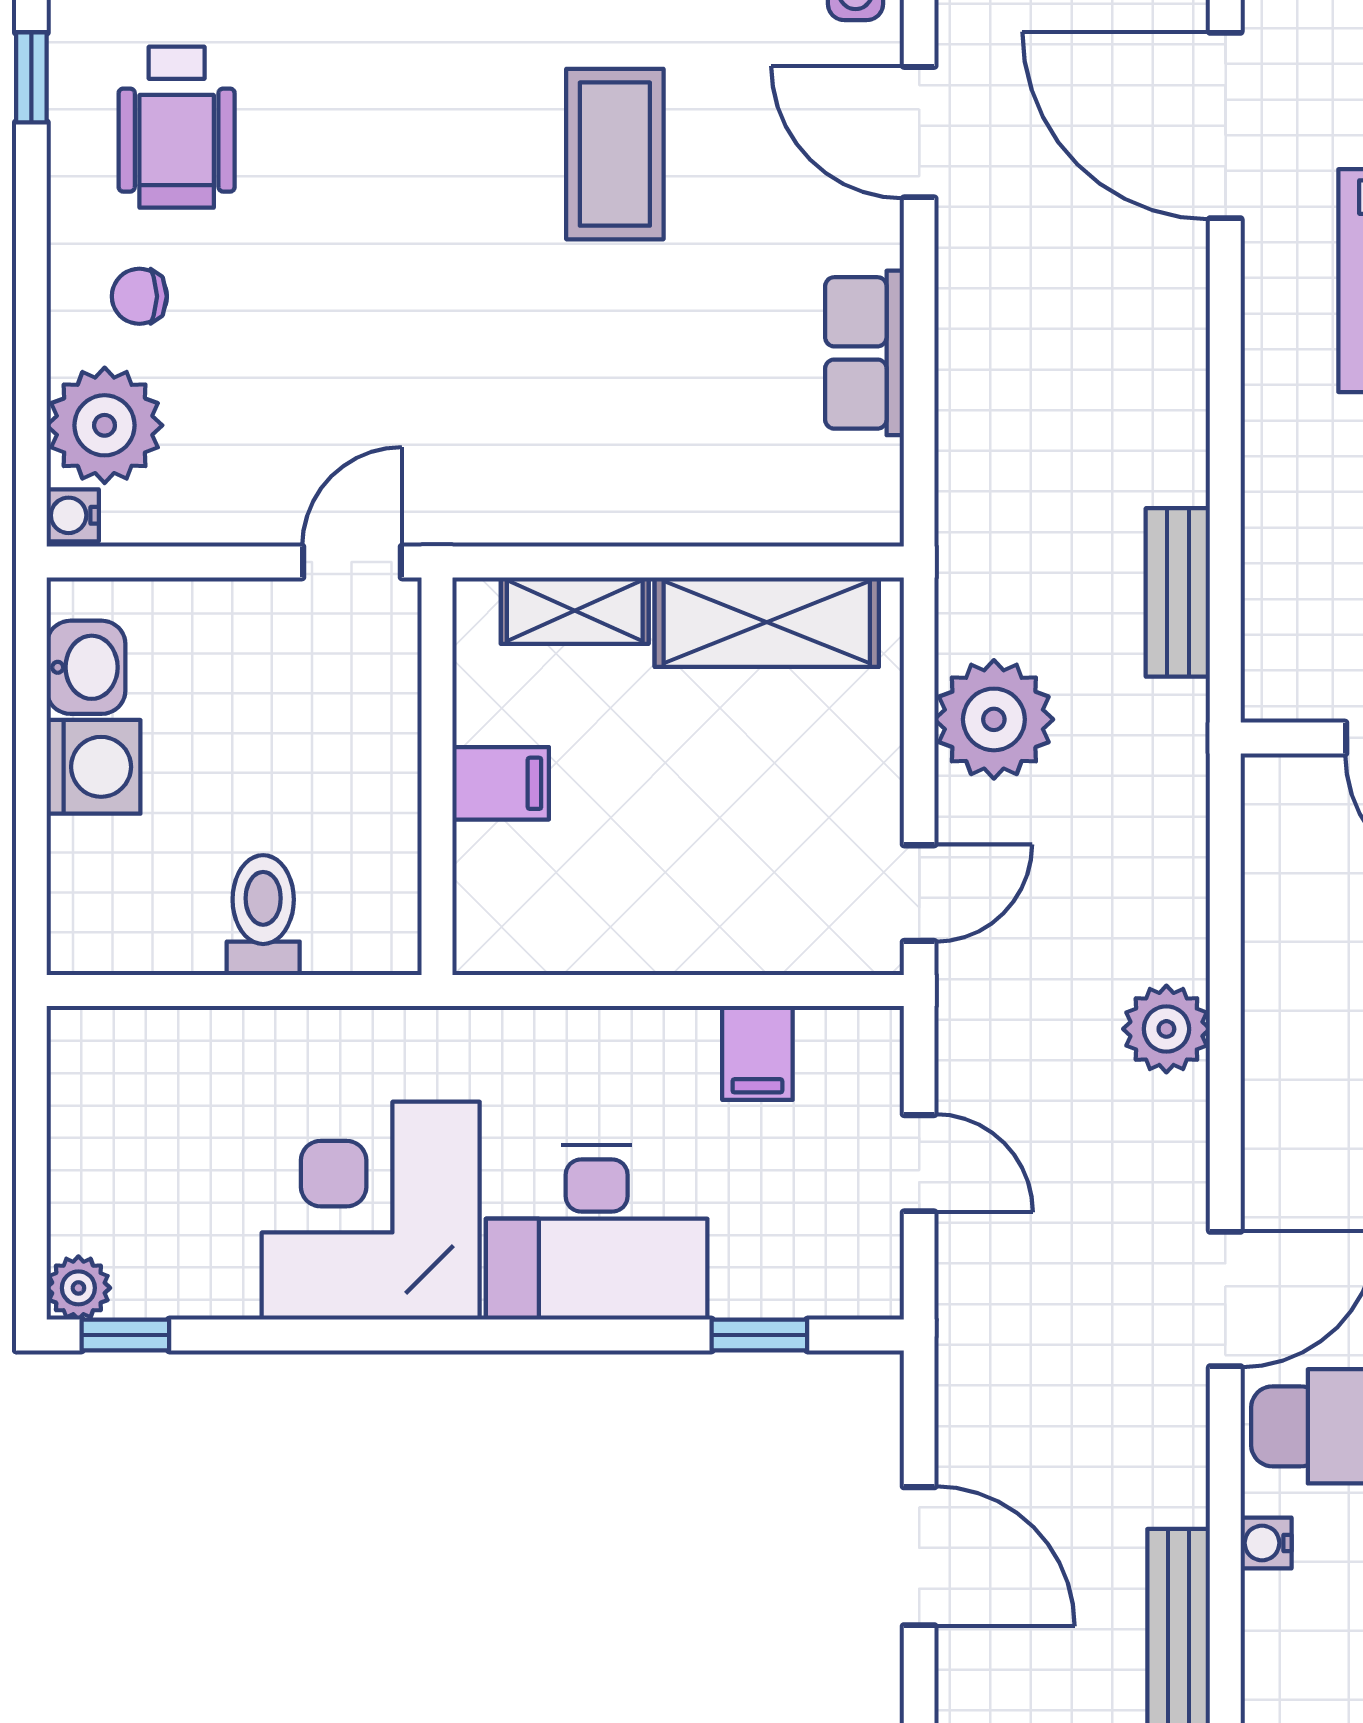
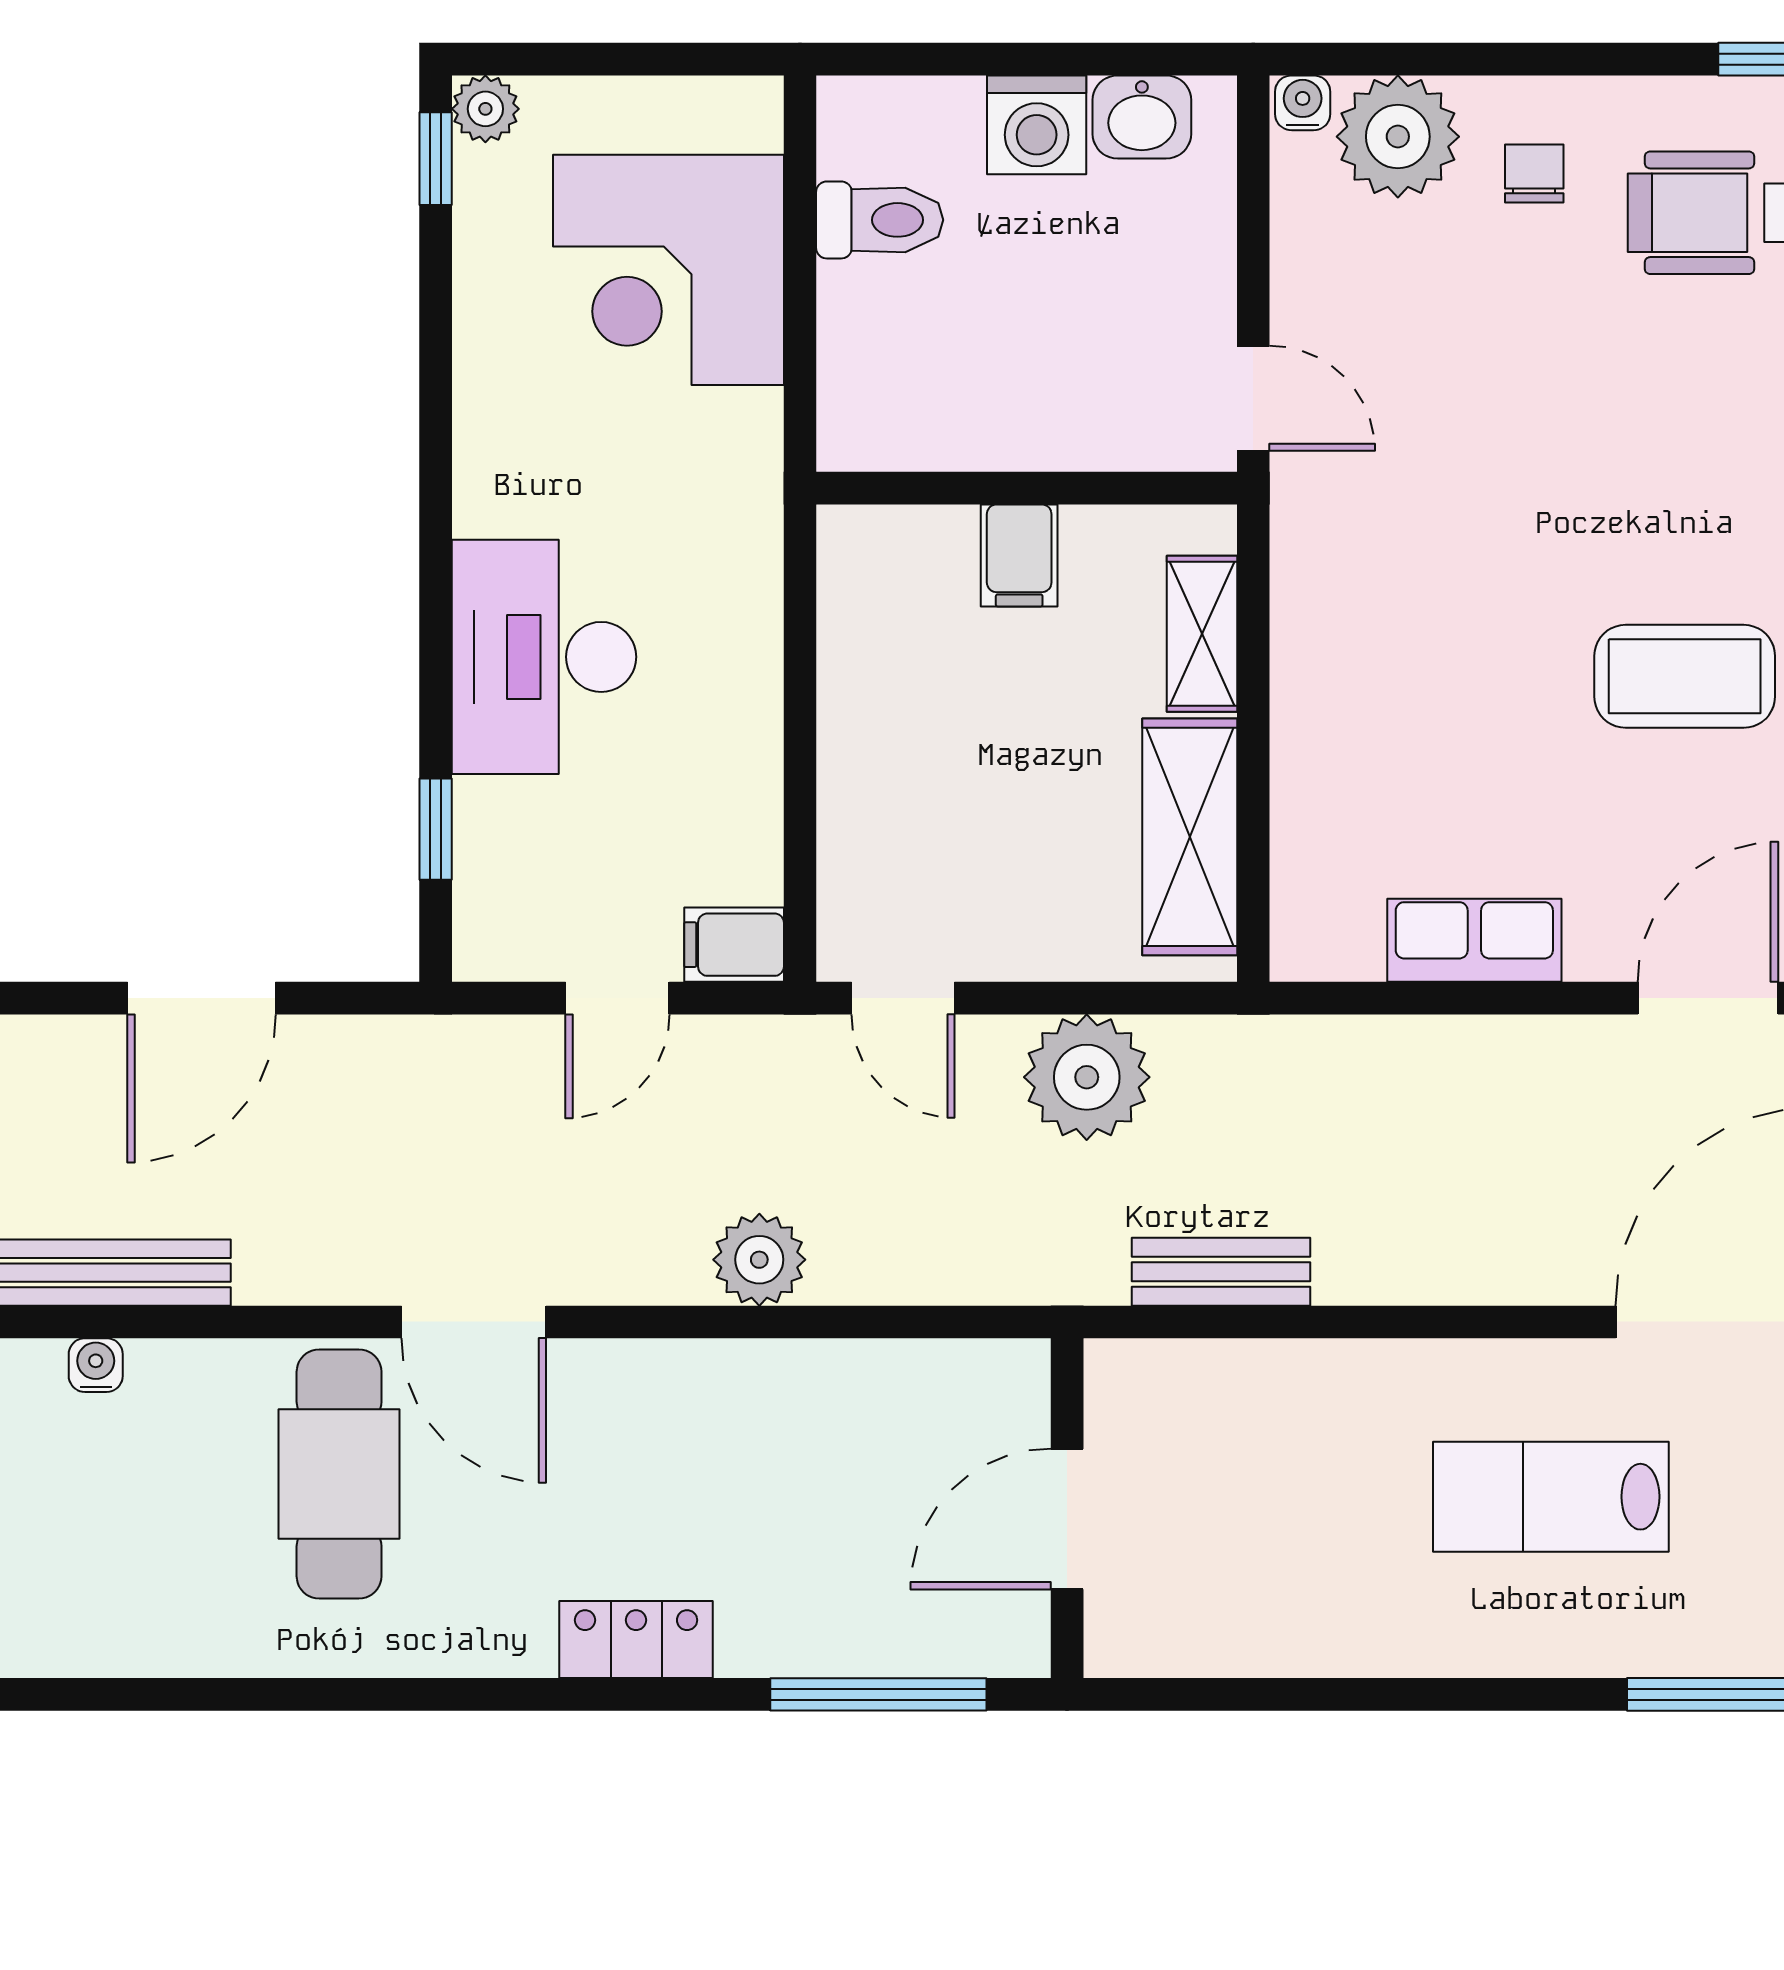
toilet: (263, 915) -> (880, 220), moved
filing cabinet: (757, 1053) -> (734, 945), moved
corner desk: (371, 1211) -> (668, 270), moved, turned 180
water cooler: (1266, 1543) -> (96, 1365), moved

